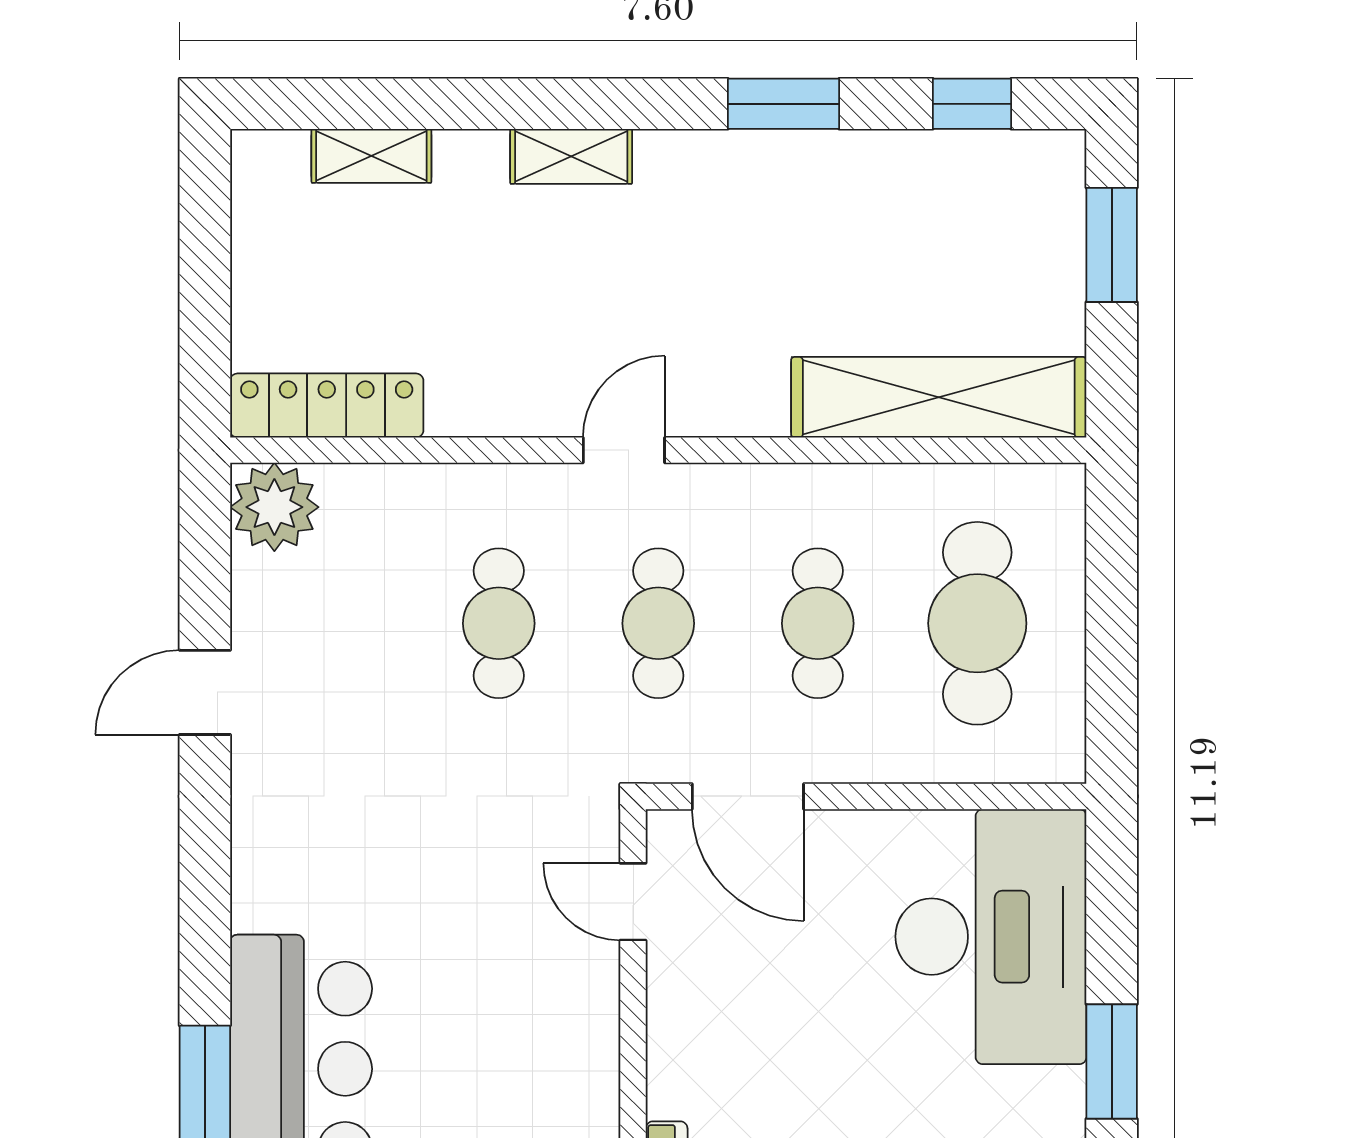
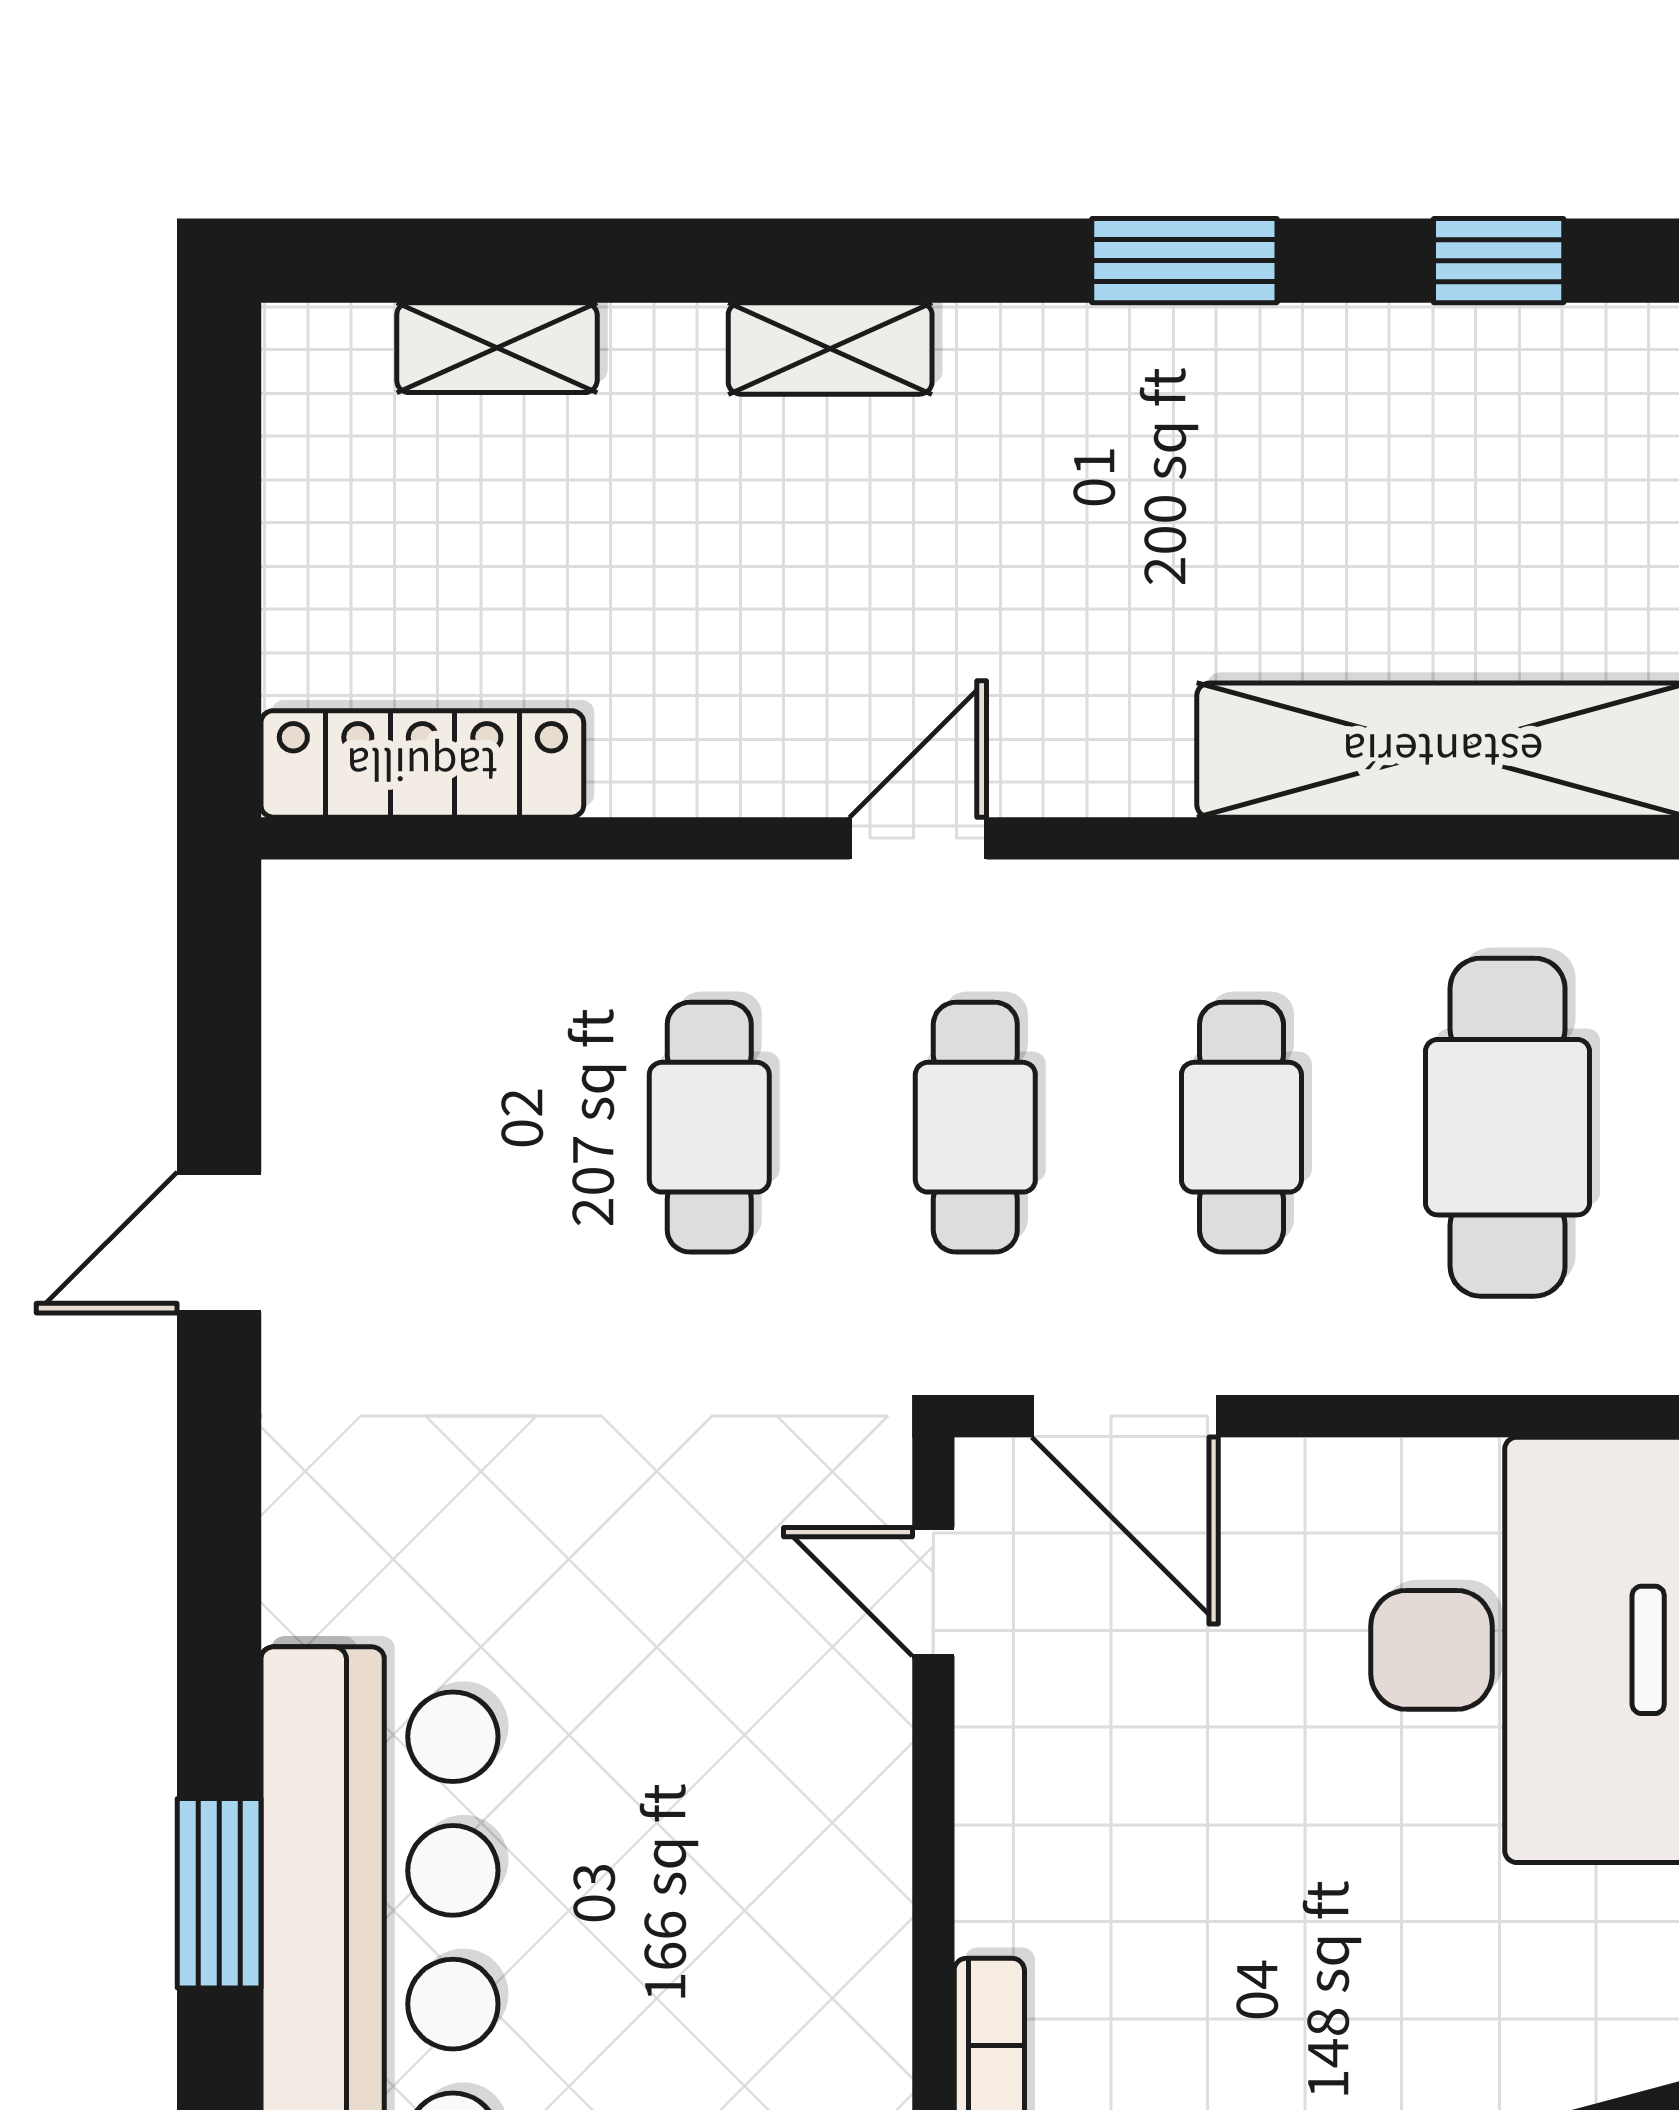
plant: (274, 507) -> (335, 933), removed

